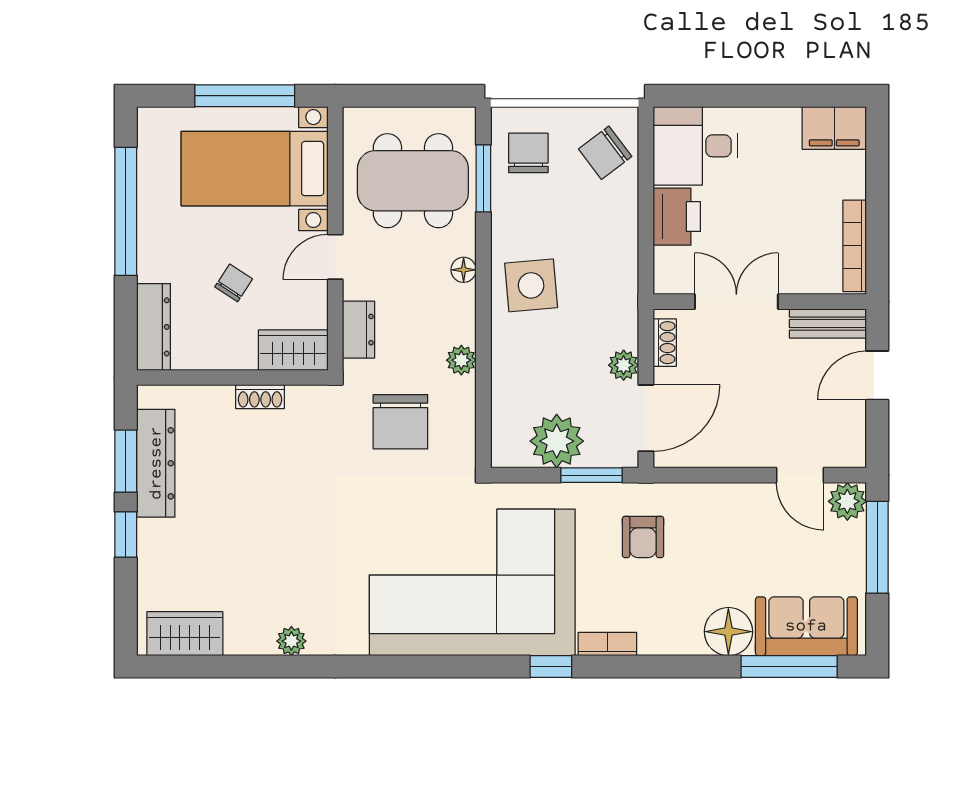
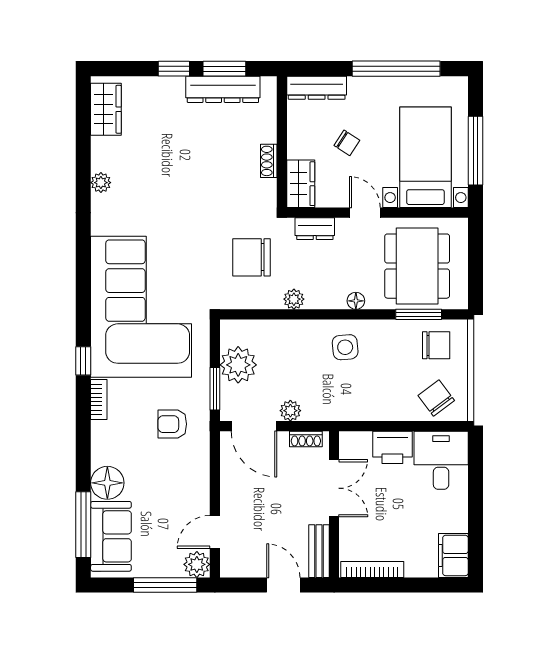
side table: (531, 285) -> (345, 347), width x0.73, depth x0.73

